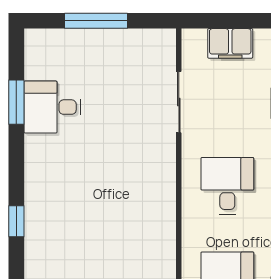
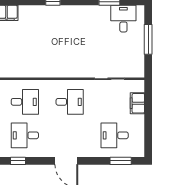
desk: (52, 107) -> (123, 19), moved

